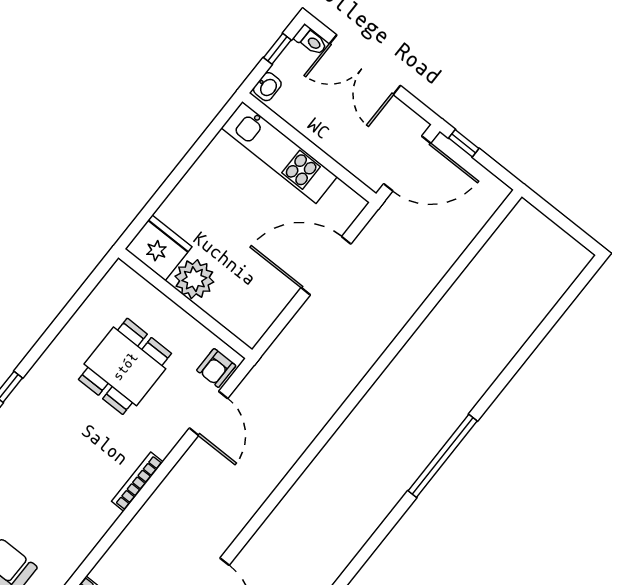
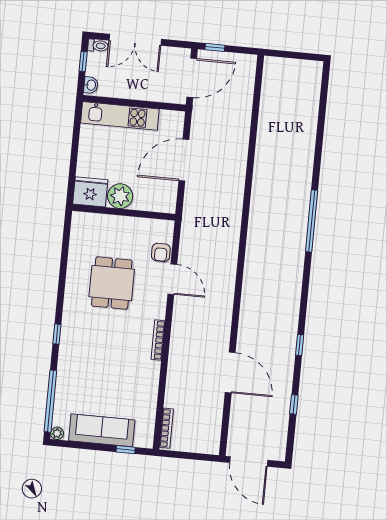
fridge: (159, 248) -> (90, 192), moved
plant: (194, 279) -> (120, 196), moved
wall: (185, 304) -> (124, 212), moved

